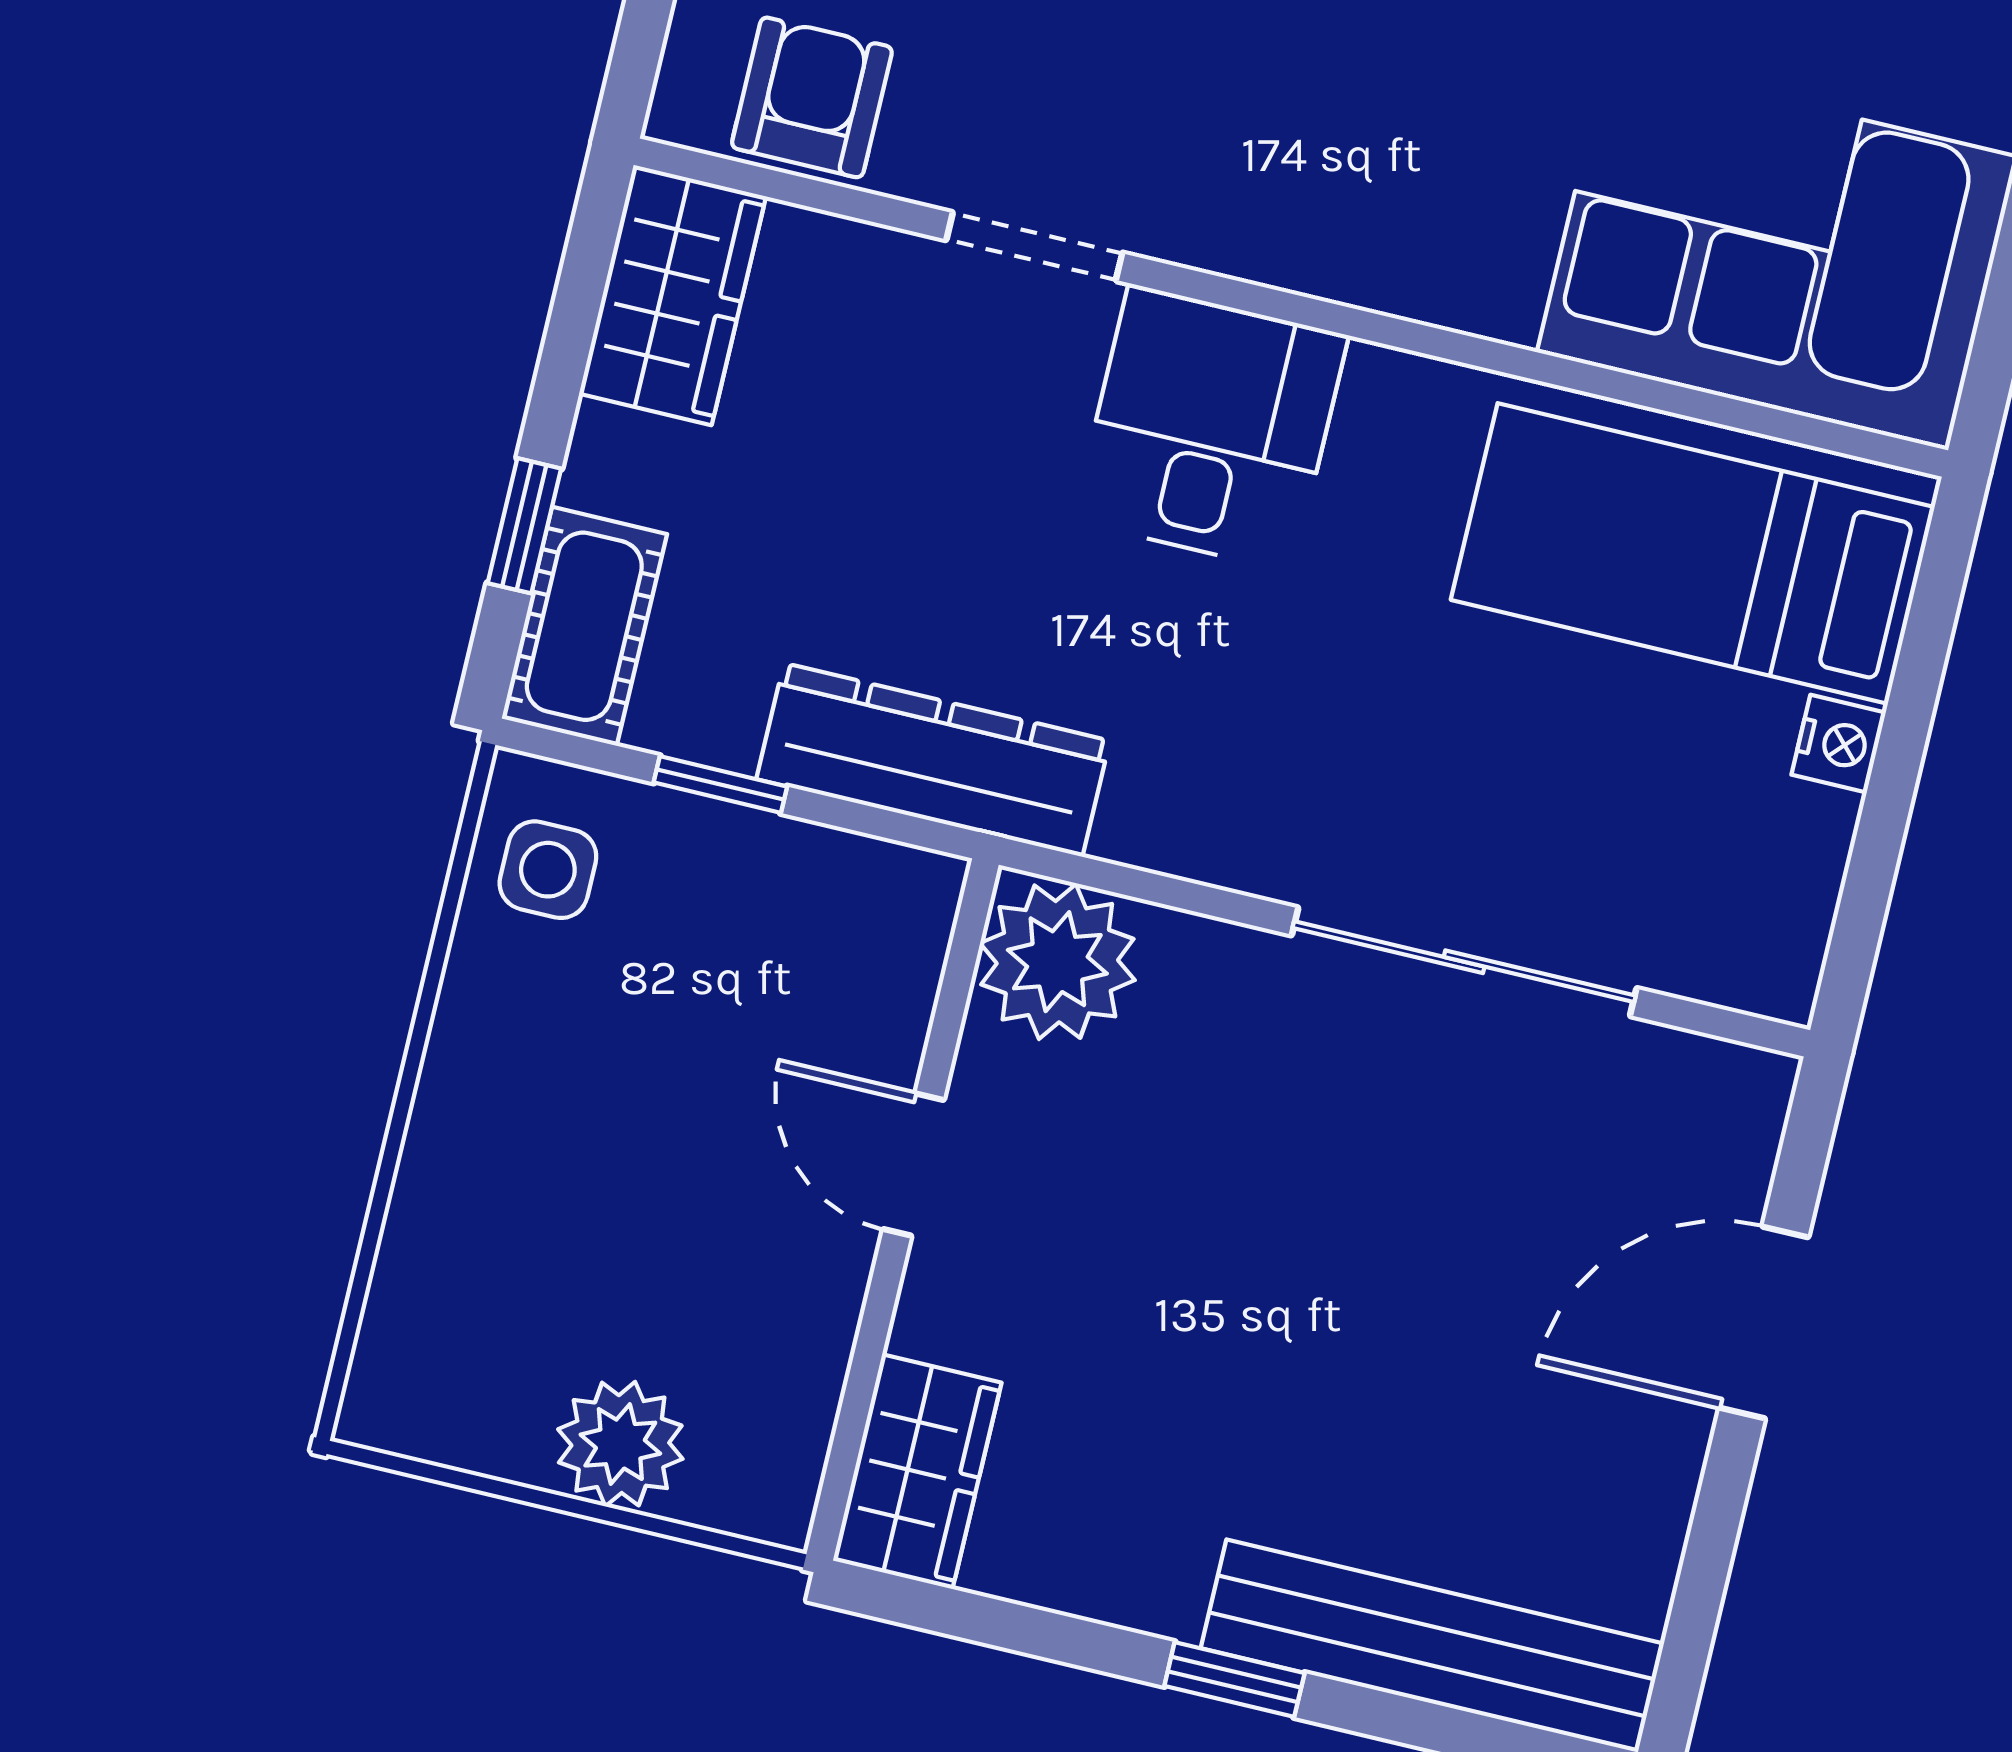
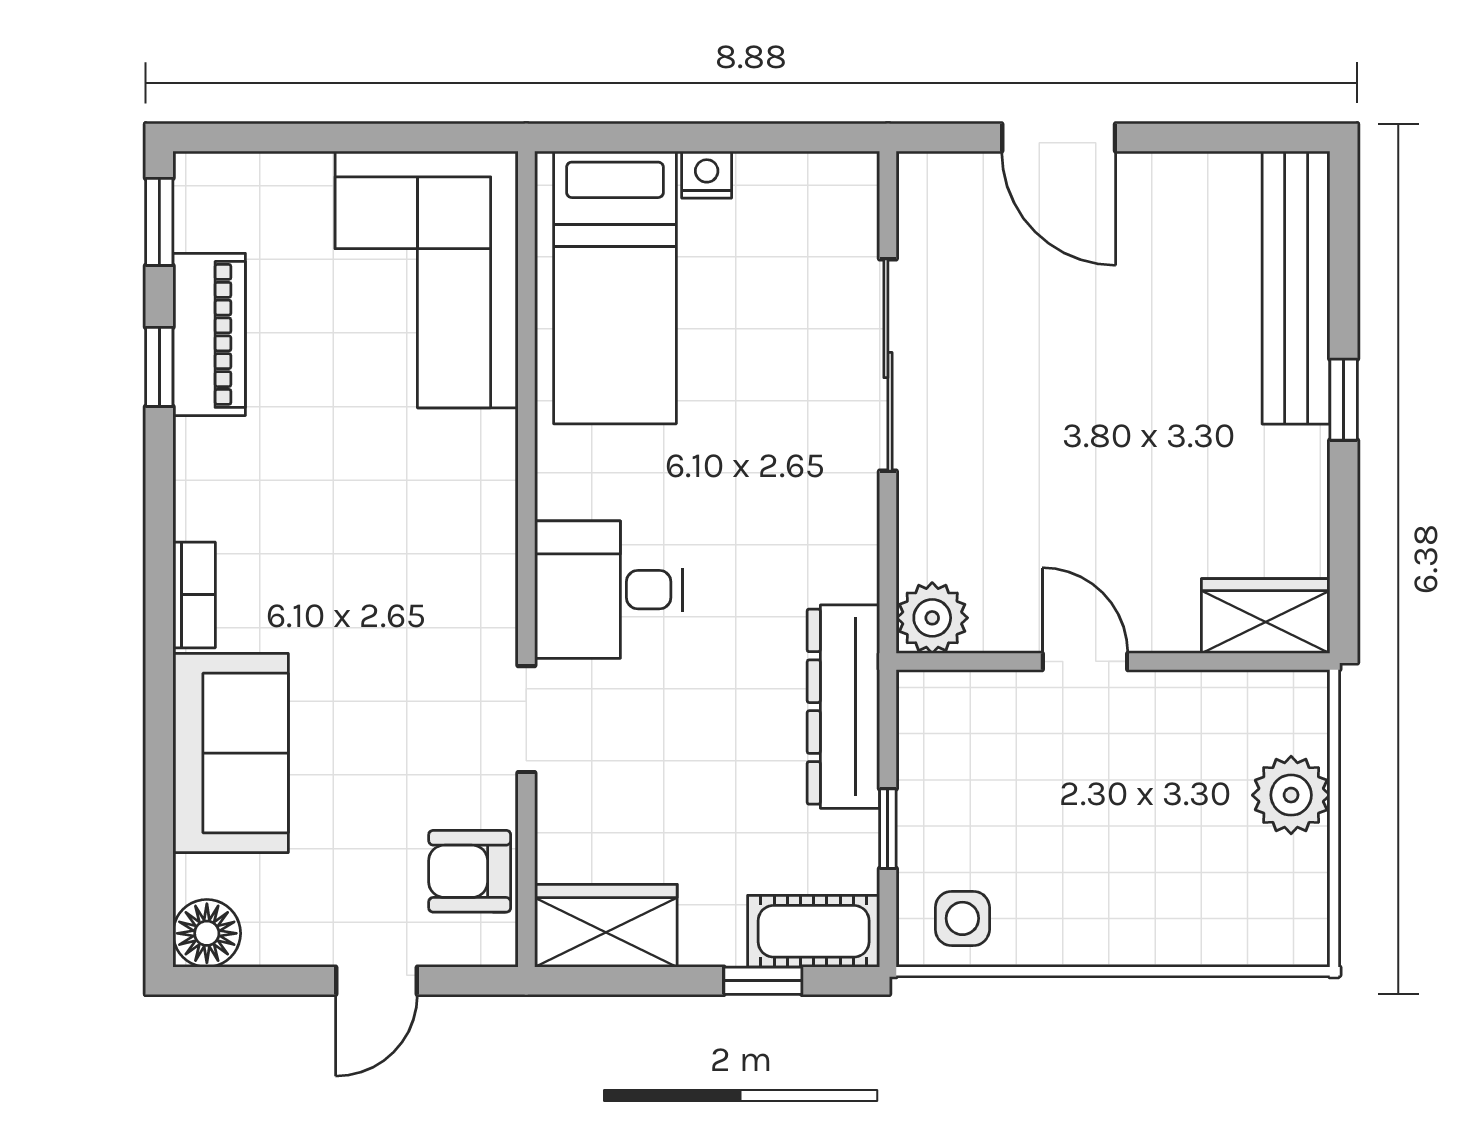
plant: (1057, 962) -> (932, 618), width x0.73, depth x0.73
door: (913, 1164) -> (1085, 661), swing flipped

